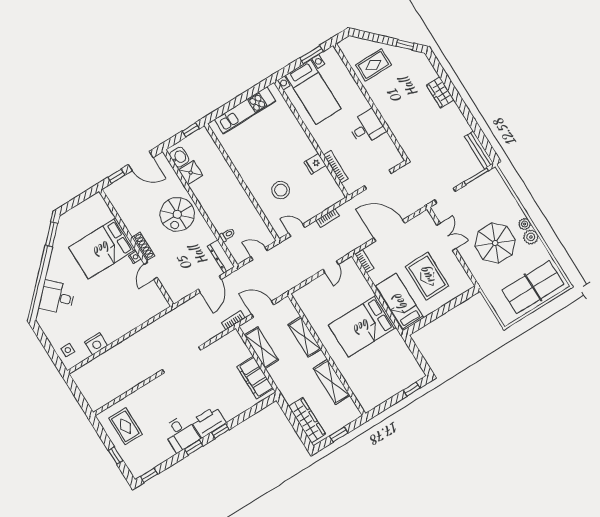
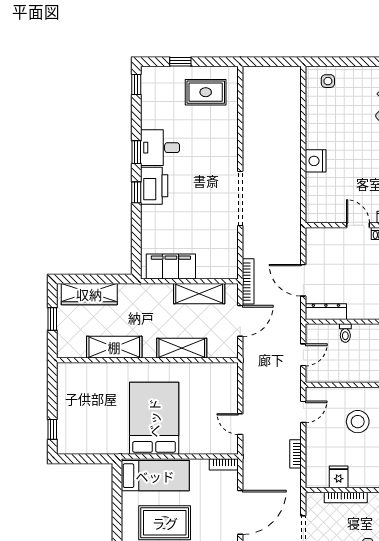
fridge: (315, 164) -> (339, 477), moved
bookcase: (233, 320) -> (248, 281), width x1.56
nightstand: (96, 344) -> (316, 161), moved

